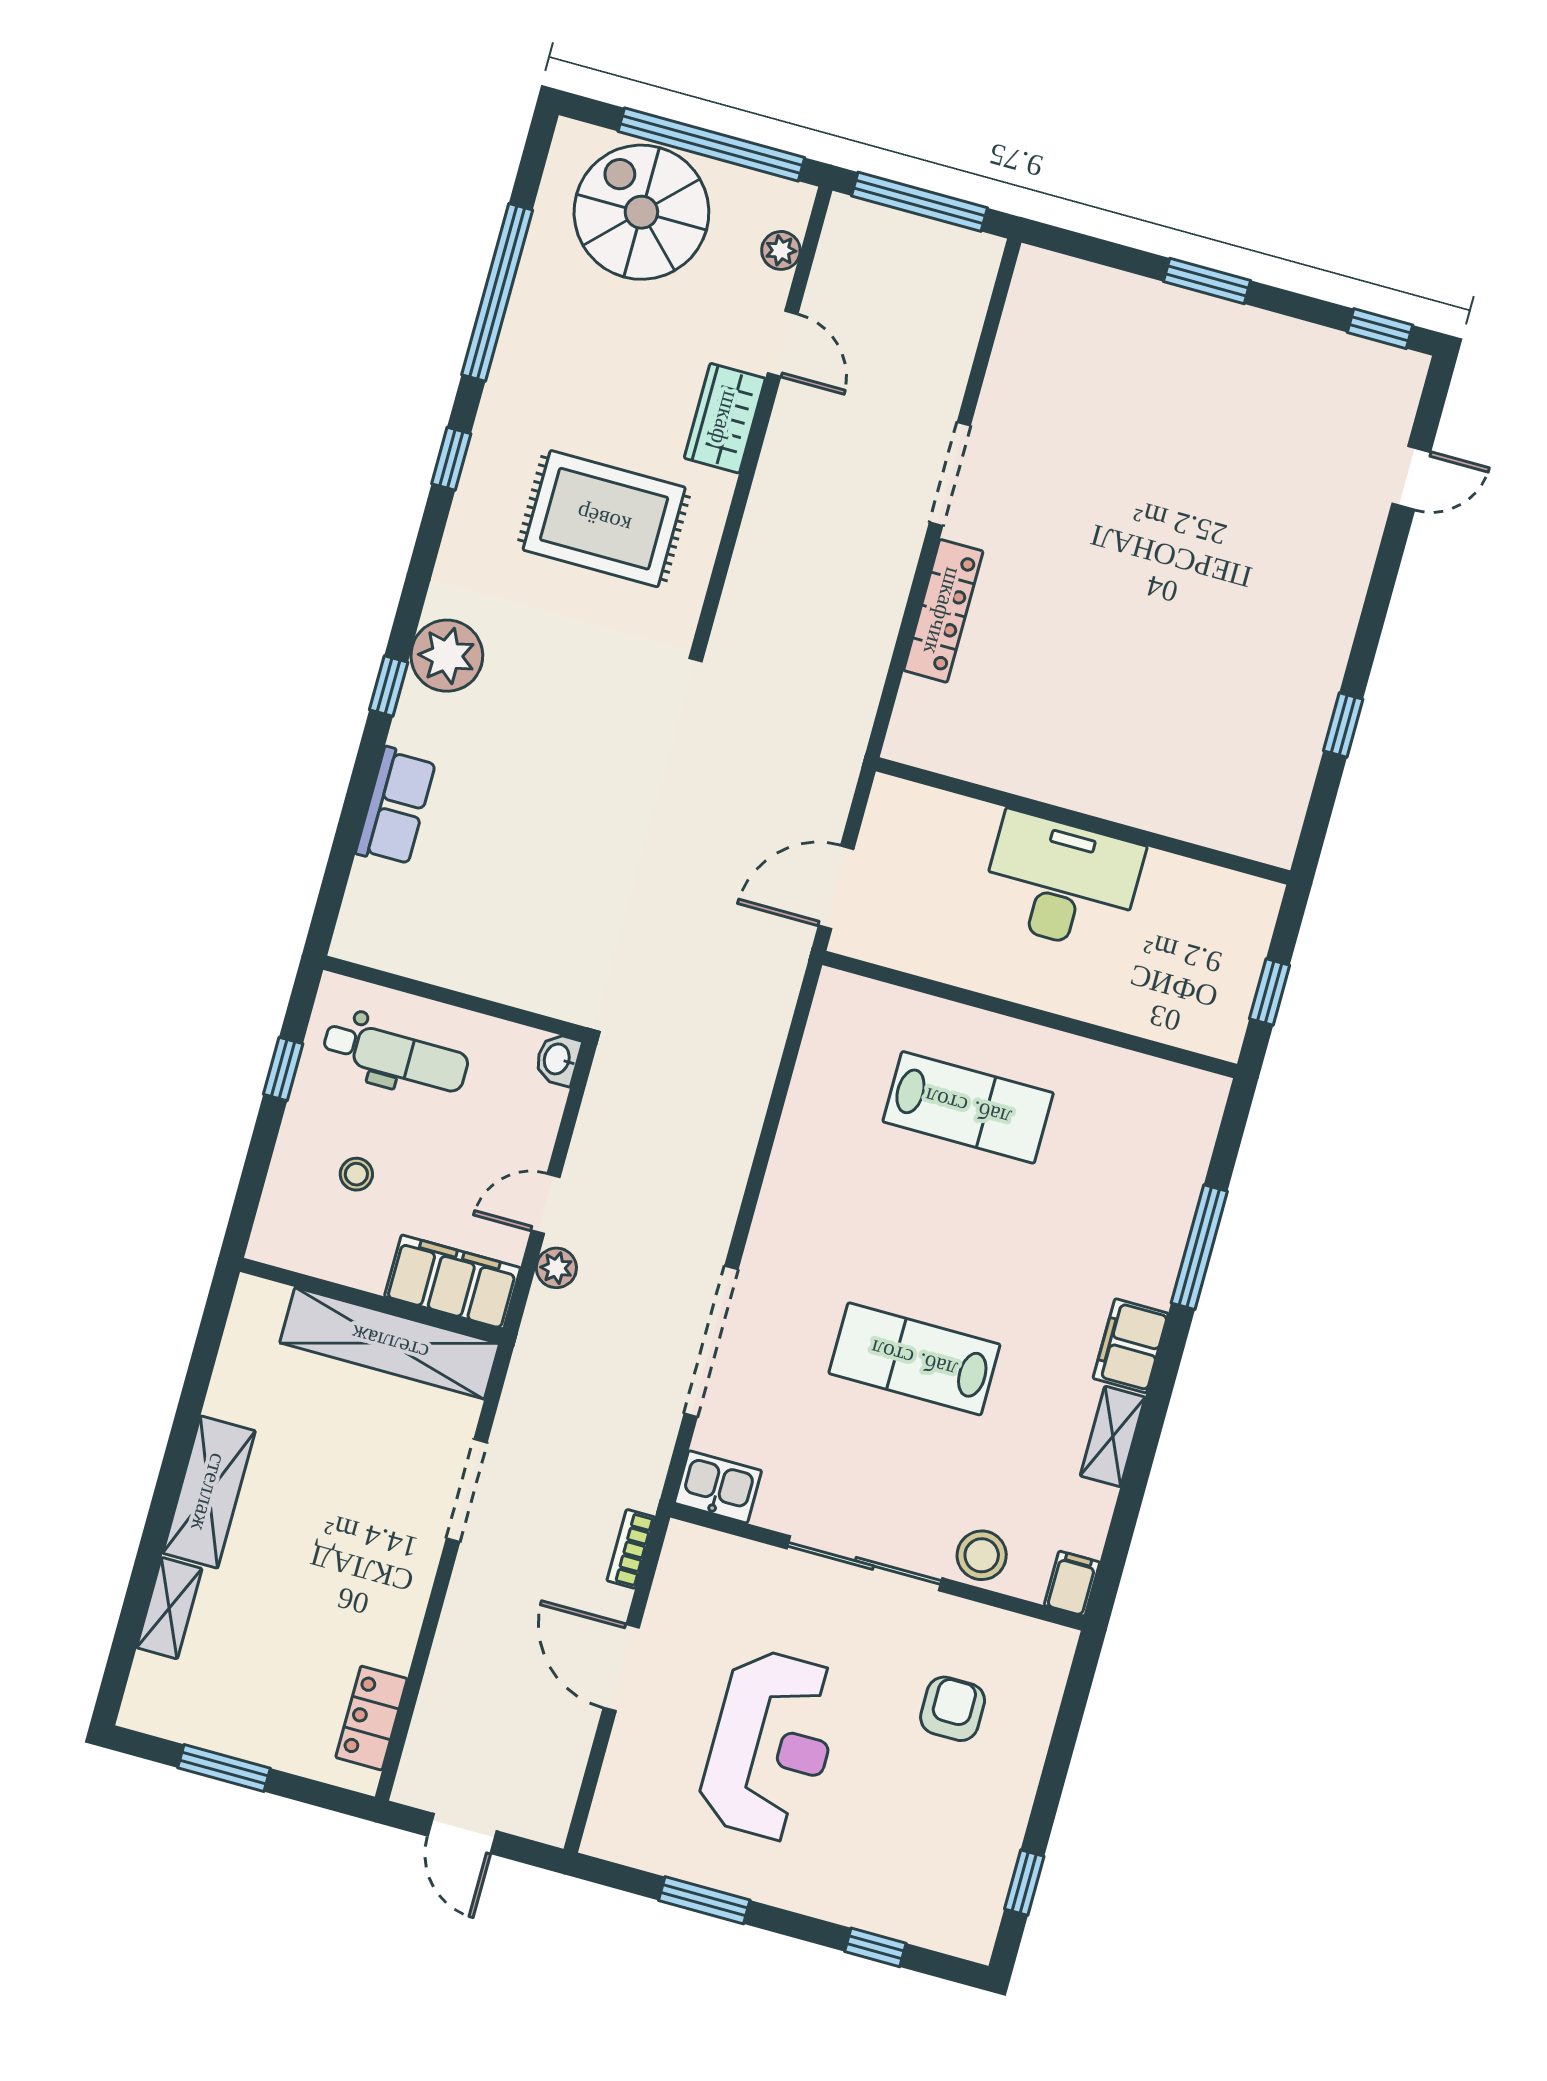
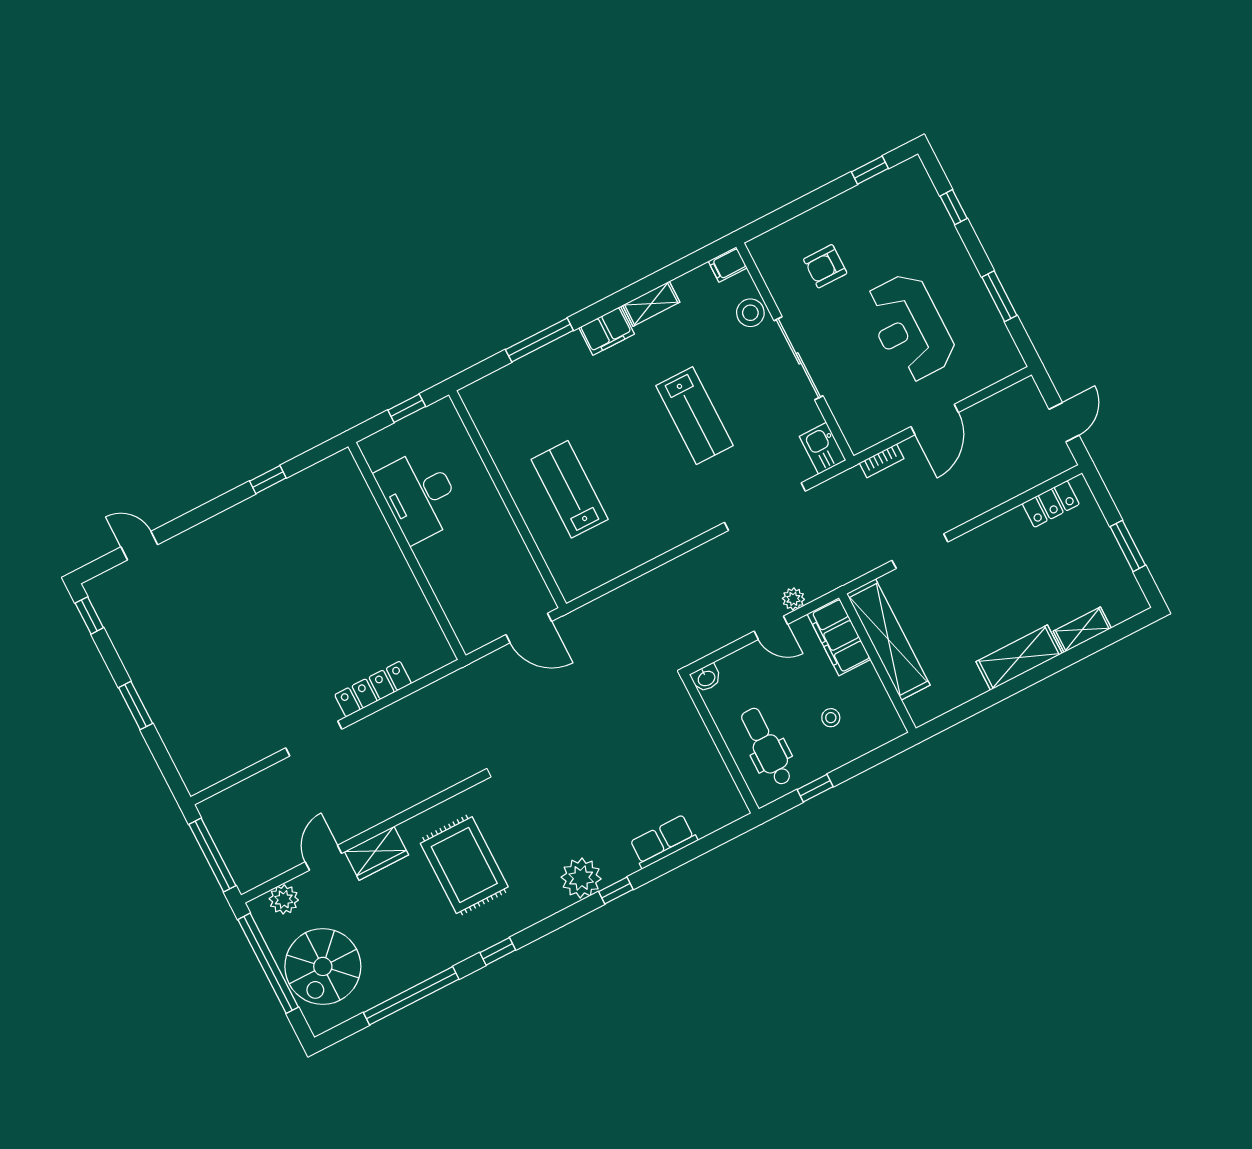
plant: (781, 250) -> (284, 899), width x1.38, depth x1.38
desk: (1062, 882) -> (419, 495), moved
reception desk: (771, 1746) -> (910, 328), turned -90

